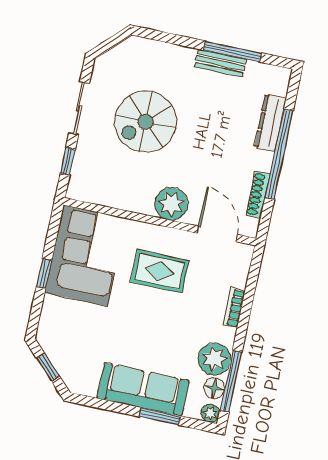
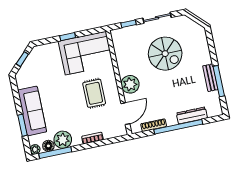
spiral stairs: (146, 122) -> (165, 54), turned 180

